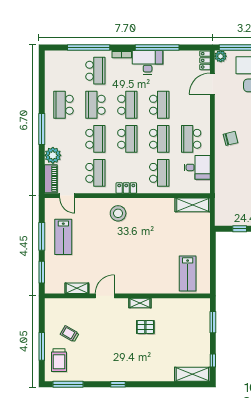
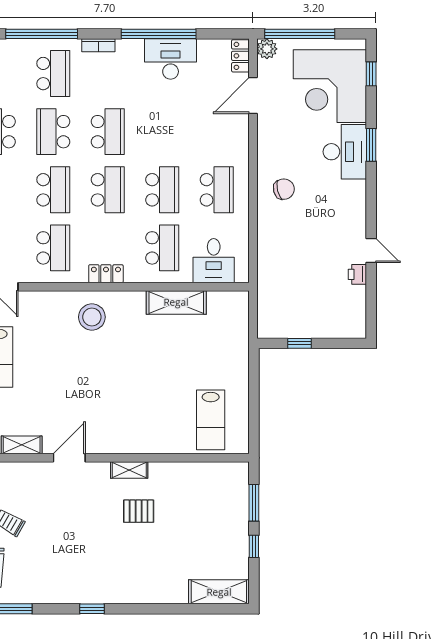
desk: (148, 62) -> (171, 59), moved
school desk: (159, 105) -> (162, 132), removed
school desk: (191, 139) -> (217, 190), turned 180
desk: (197, 167) -> (214, 261), moved, turned 90
shelving: (193, 205) -> (176, 302), moved
window: (213, 361) -> (254, 546), moved

